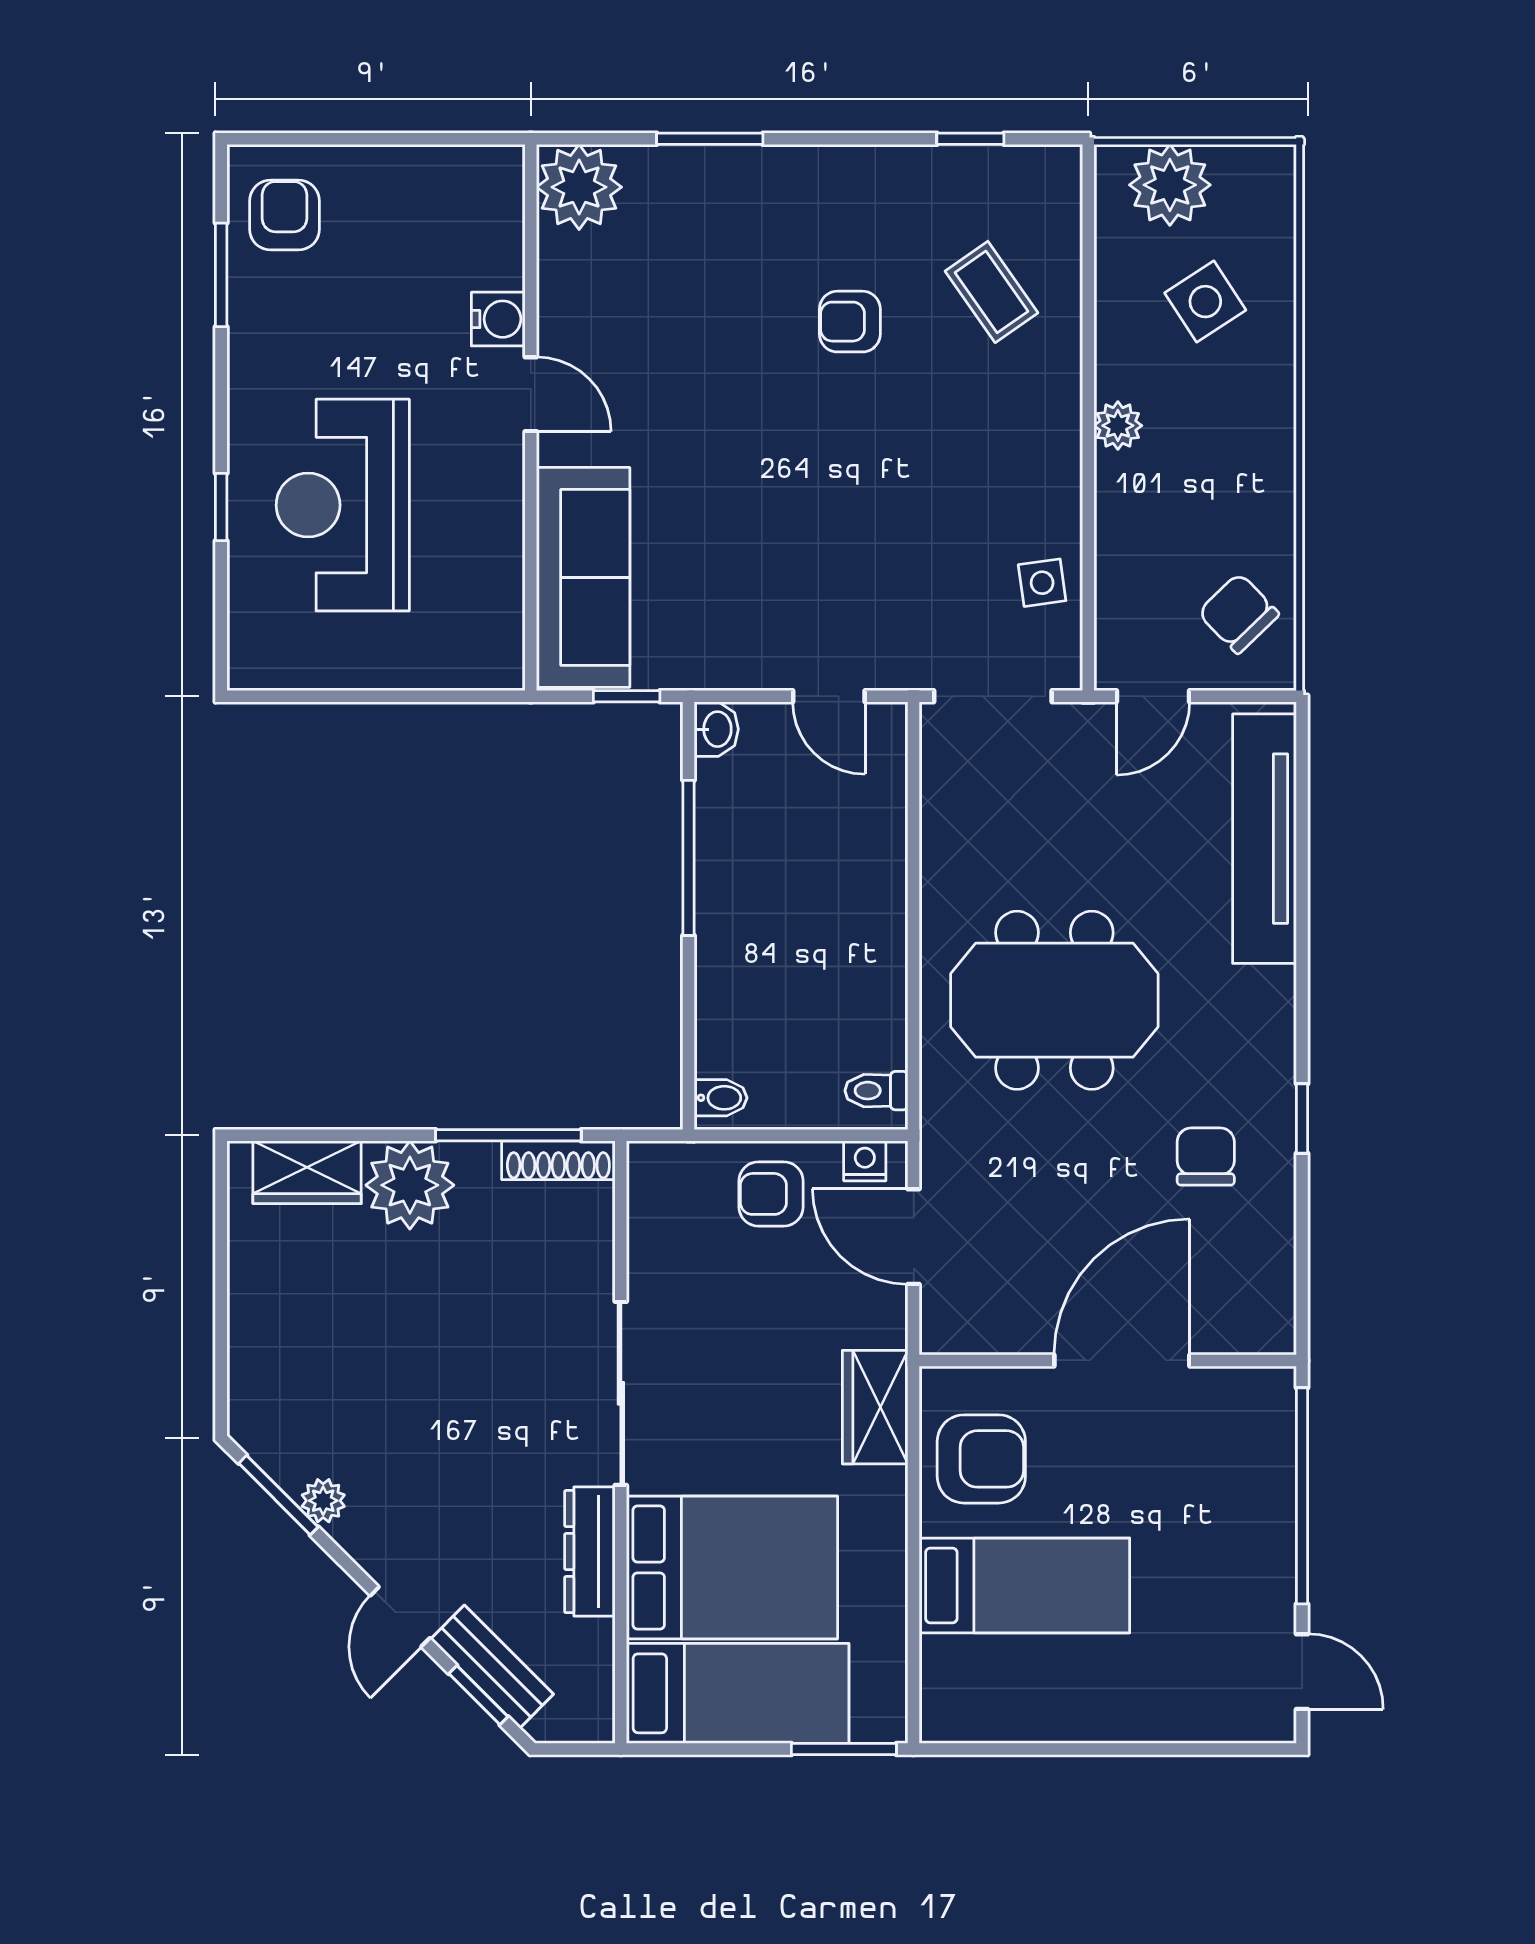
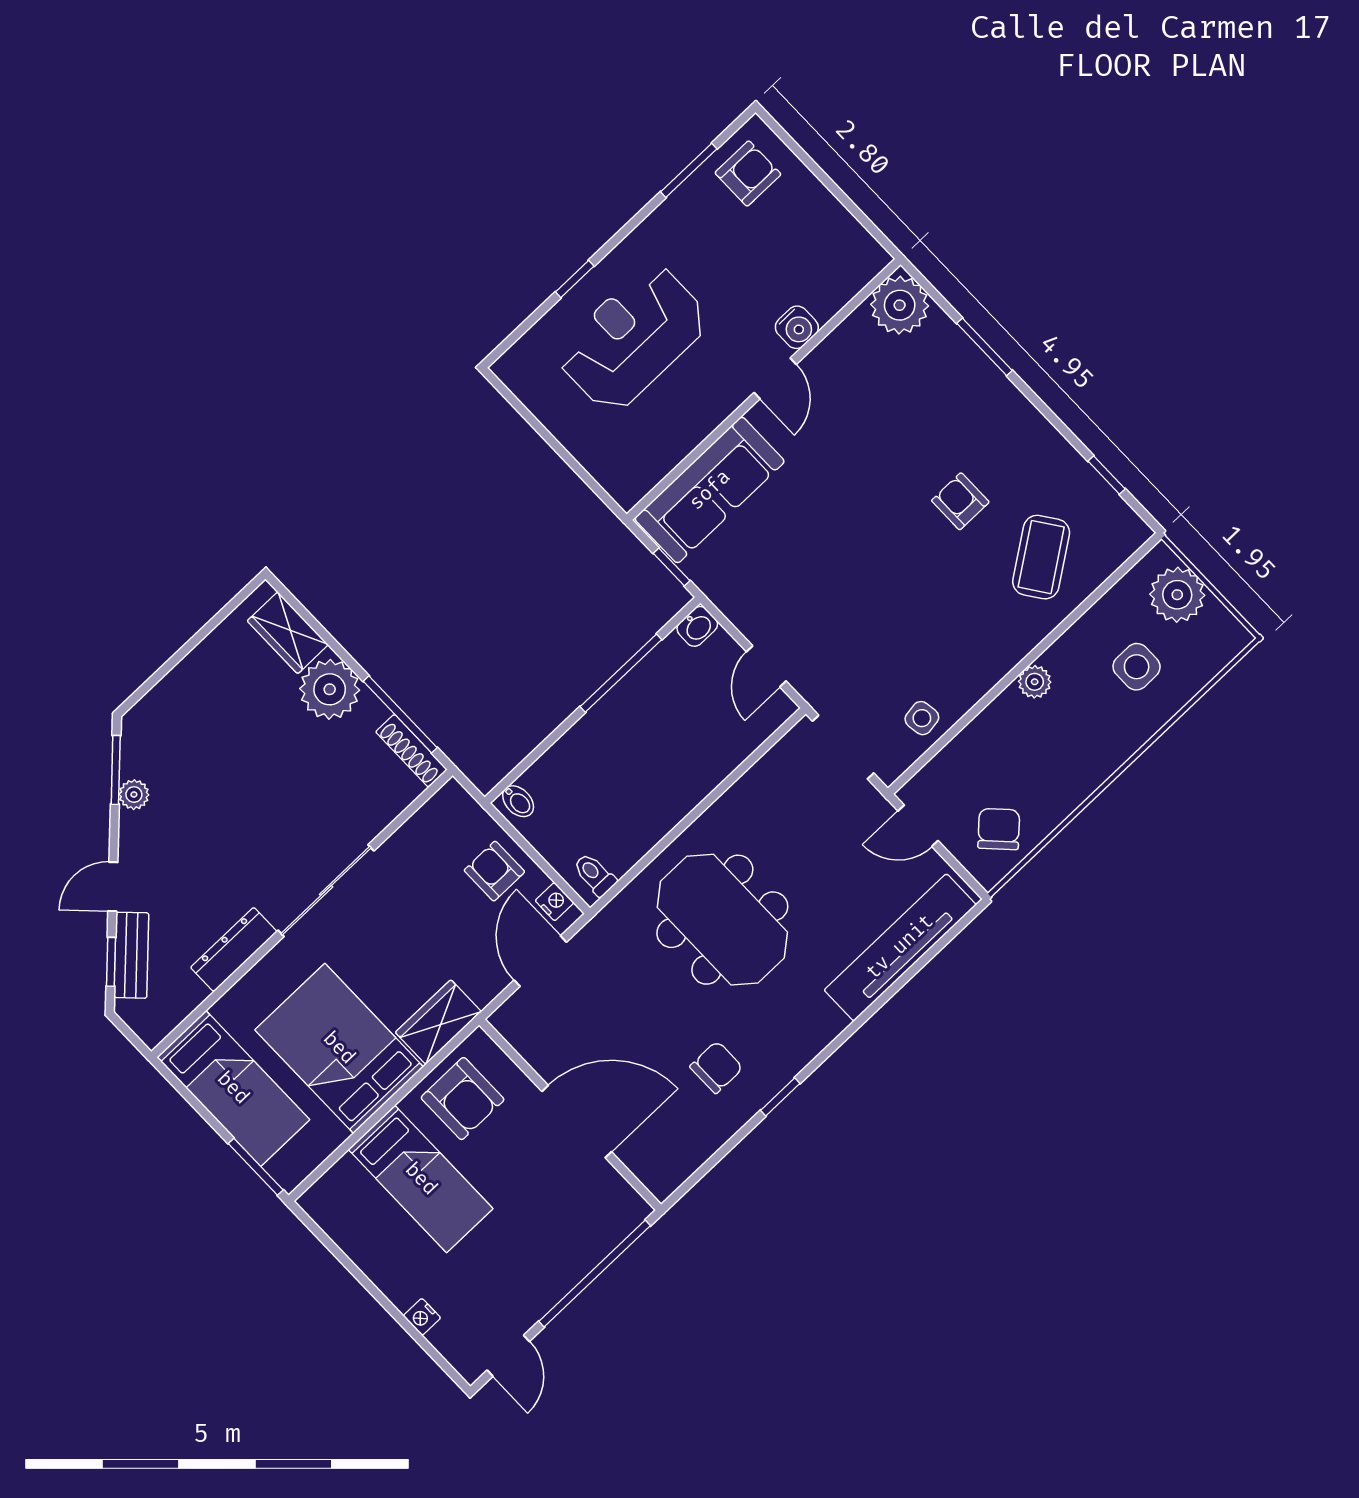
coffee table: (991, 292) -> (1041, 557), width x1.36, depth x1.30
side table: (1205, 302) -> (1137, 667), turned 33
bed: (732, 1567) -> (339, 1048), moved, turned 180
nightstand: (1173, 1724) -> (422, 1317), added

